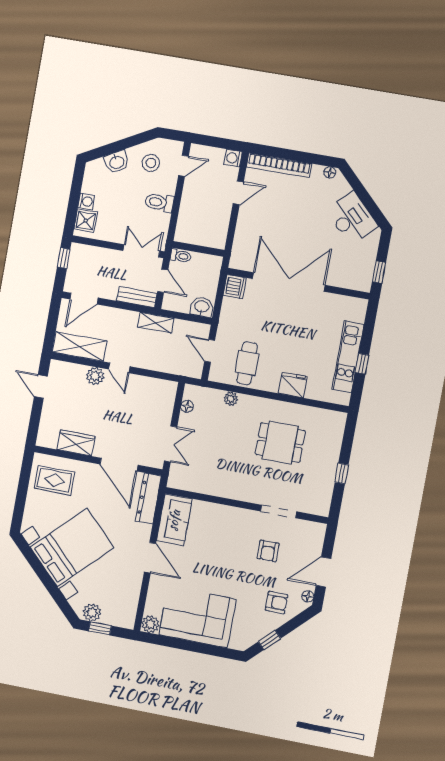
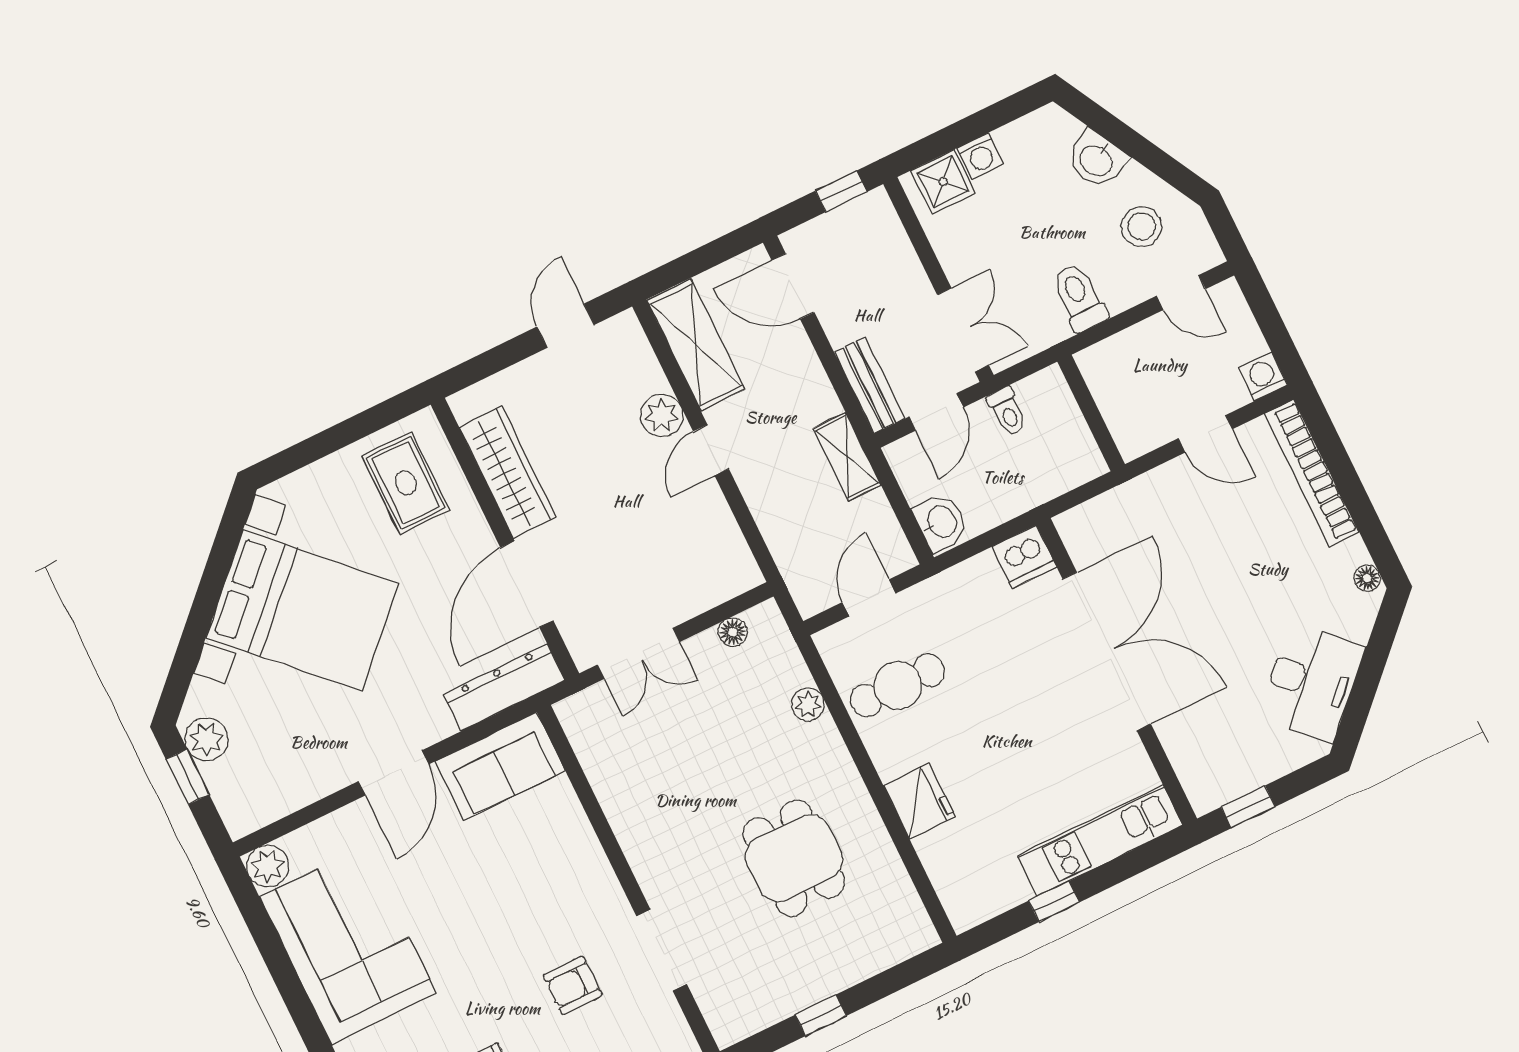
wall: (198, 249) -> (1091, 413), moved
kitchen unit: (348, 357) -> (1100, 841), moved
wardrobe: (76, 443) -> (508, 472), width x1.50

